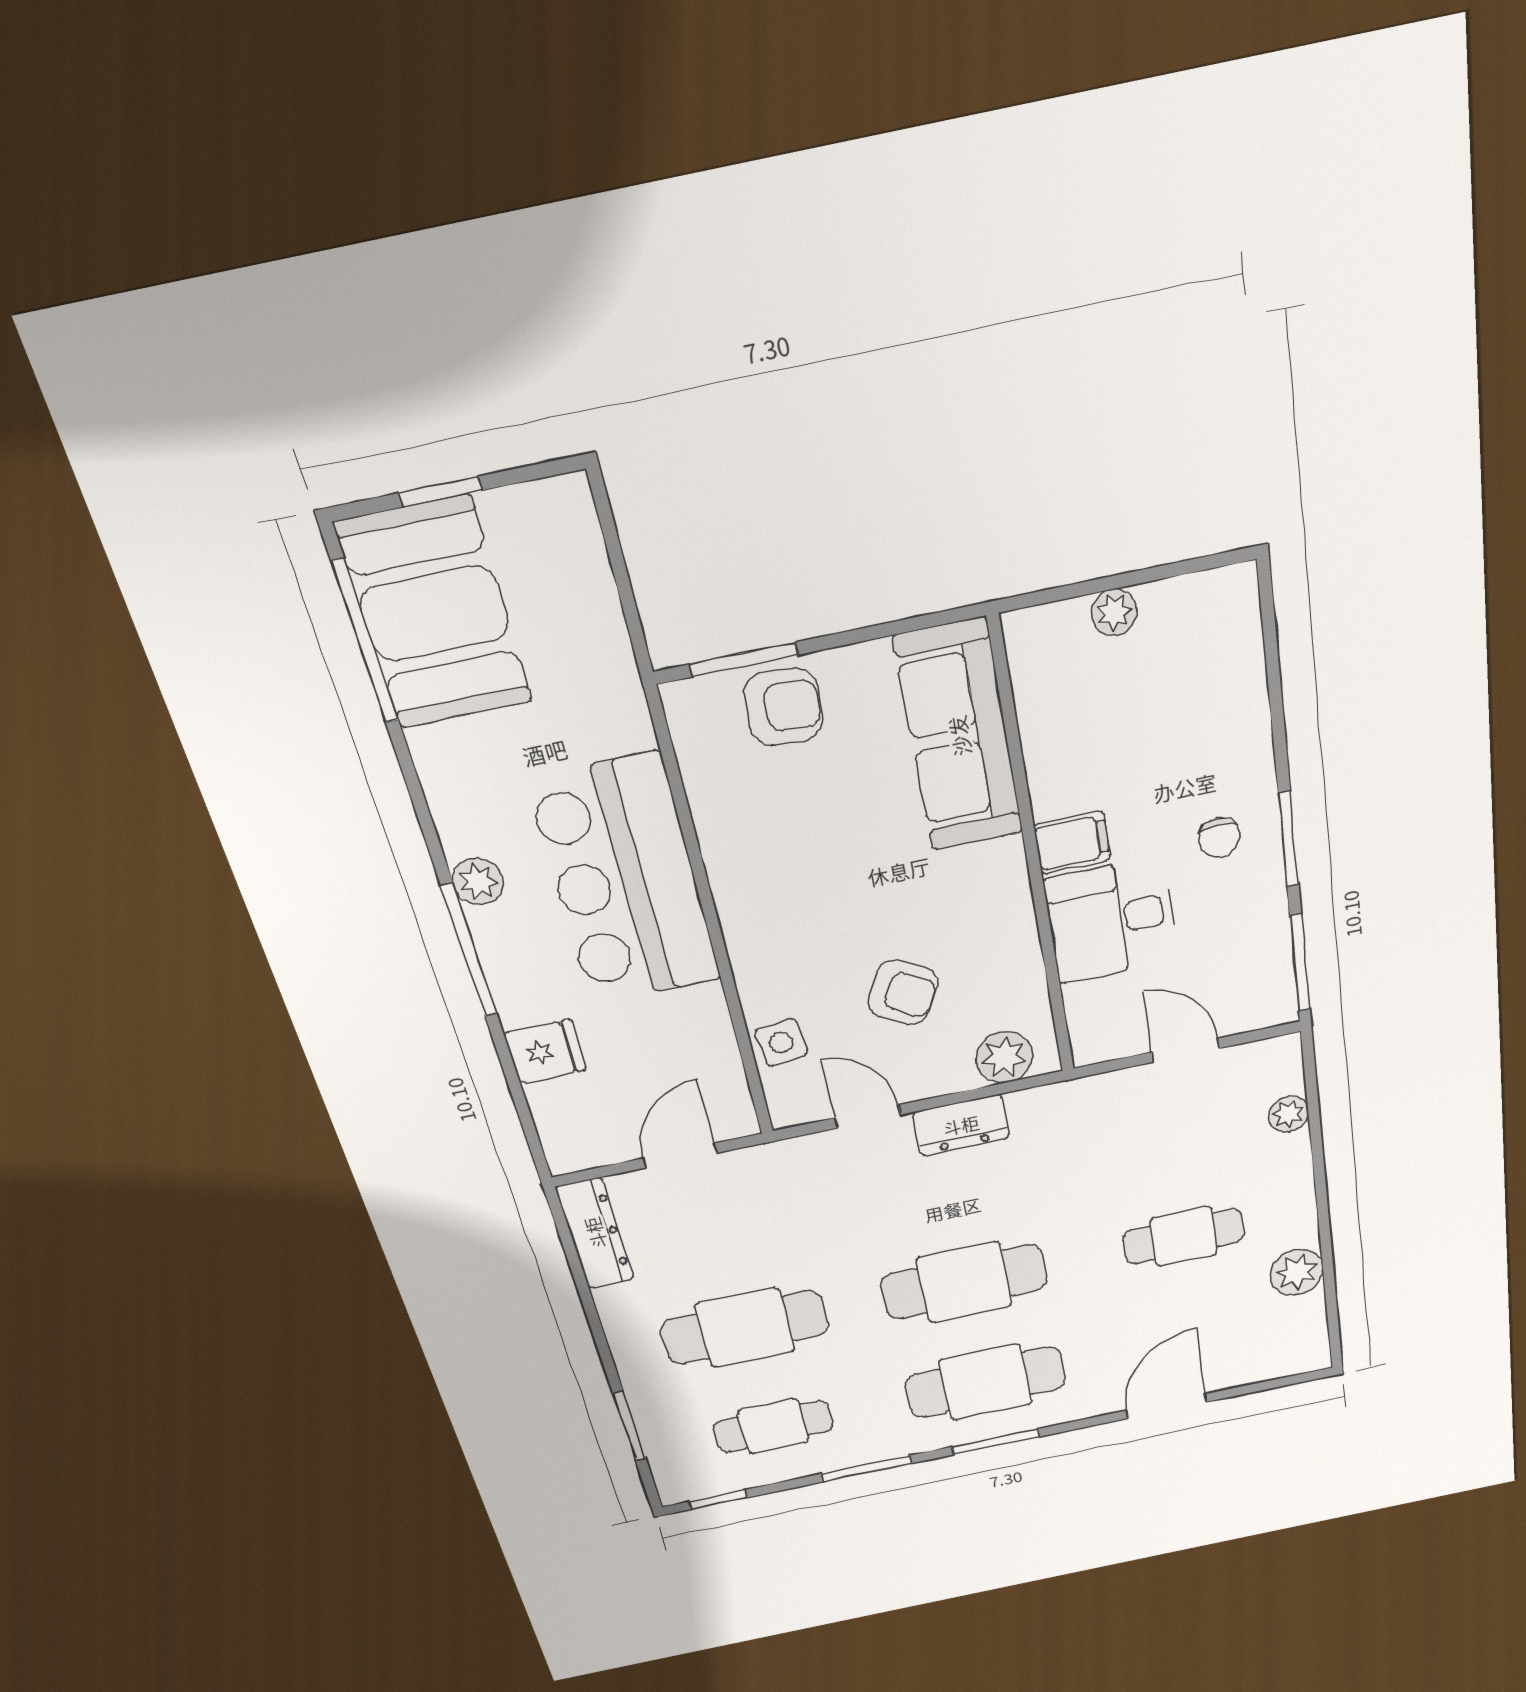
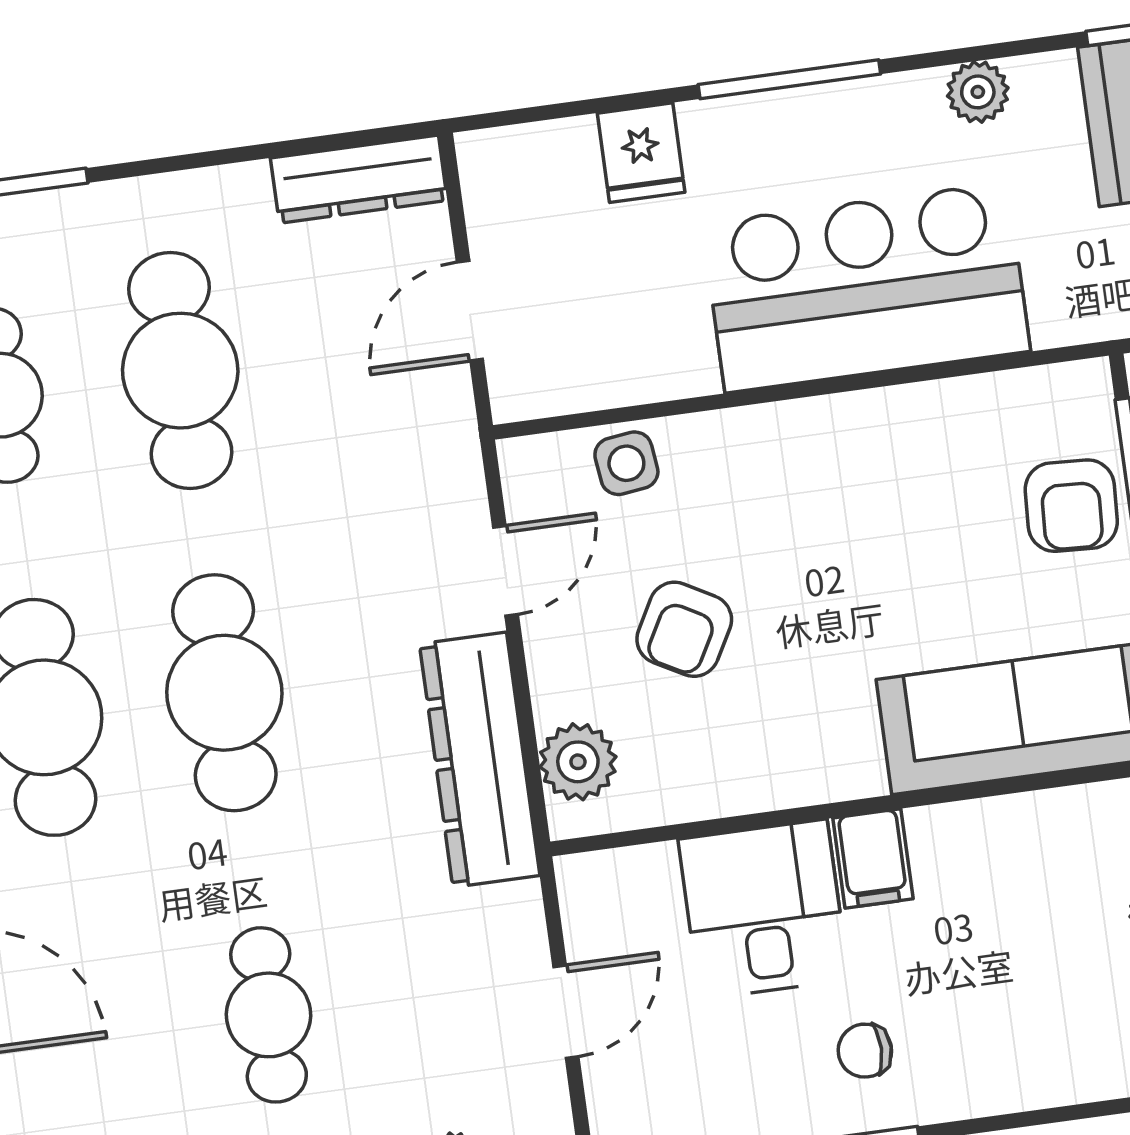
plant: (478, 881) -> (978, 92), moved
dresser: (961, 1125) -> (480, 760), width x1.96, depth x1.24
door: (680, 1155) -> (470, 311), swing flipped

